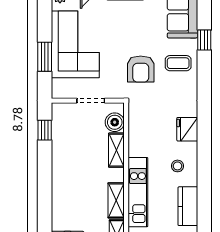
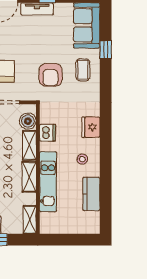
coffee table: (178, 63) -> (83, 70), turned 90
dishwasher: (137, 136) -> (47, 133), added
shelving: (116, 200) -> (29, 177), moved

